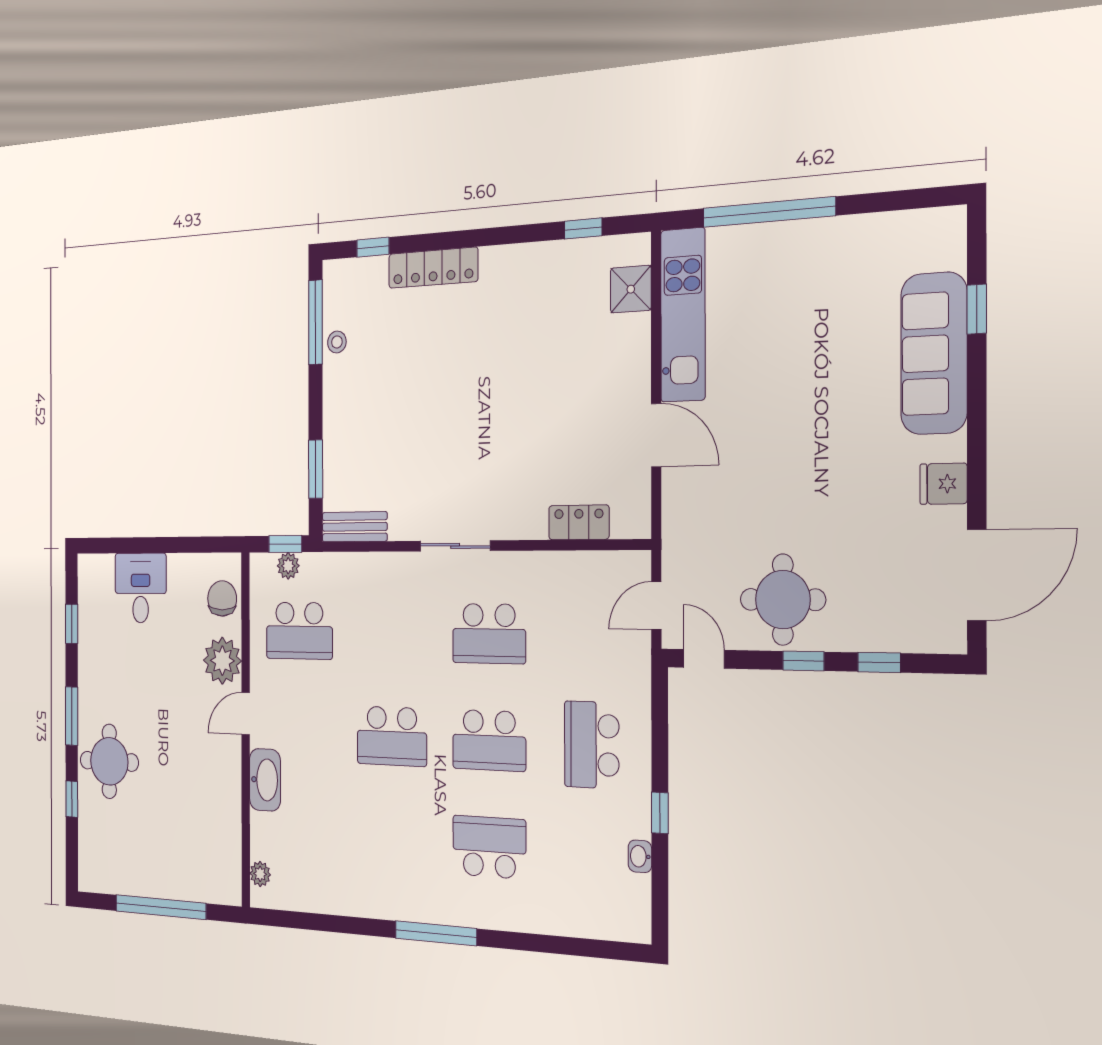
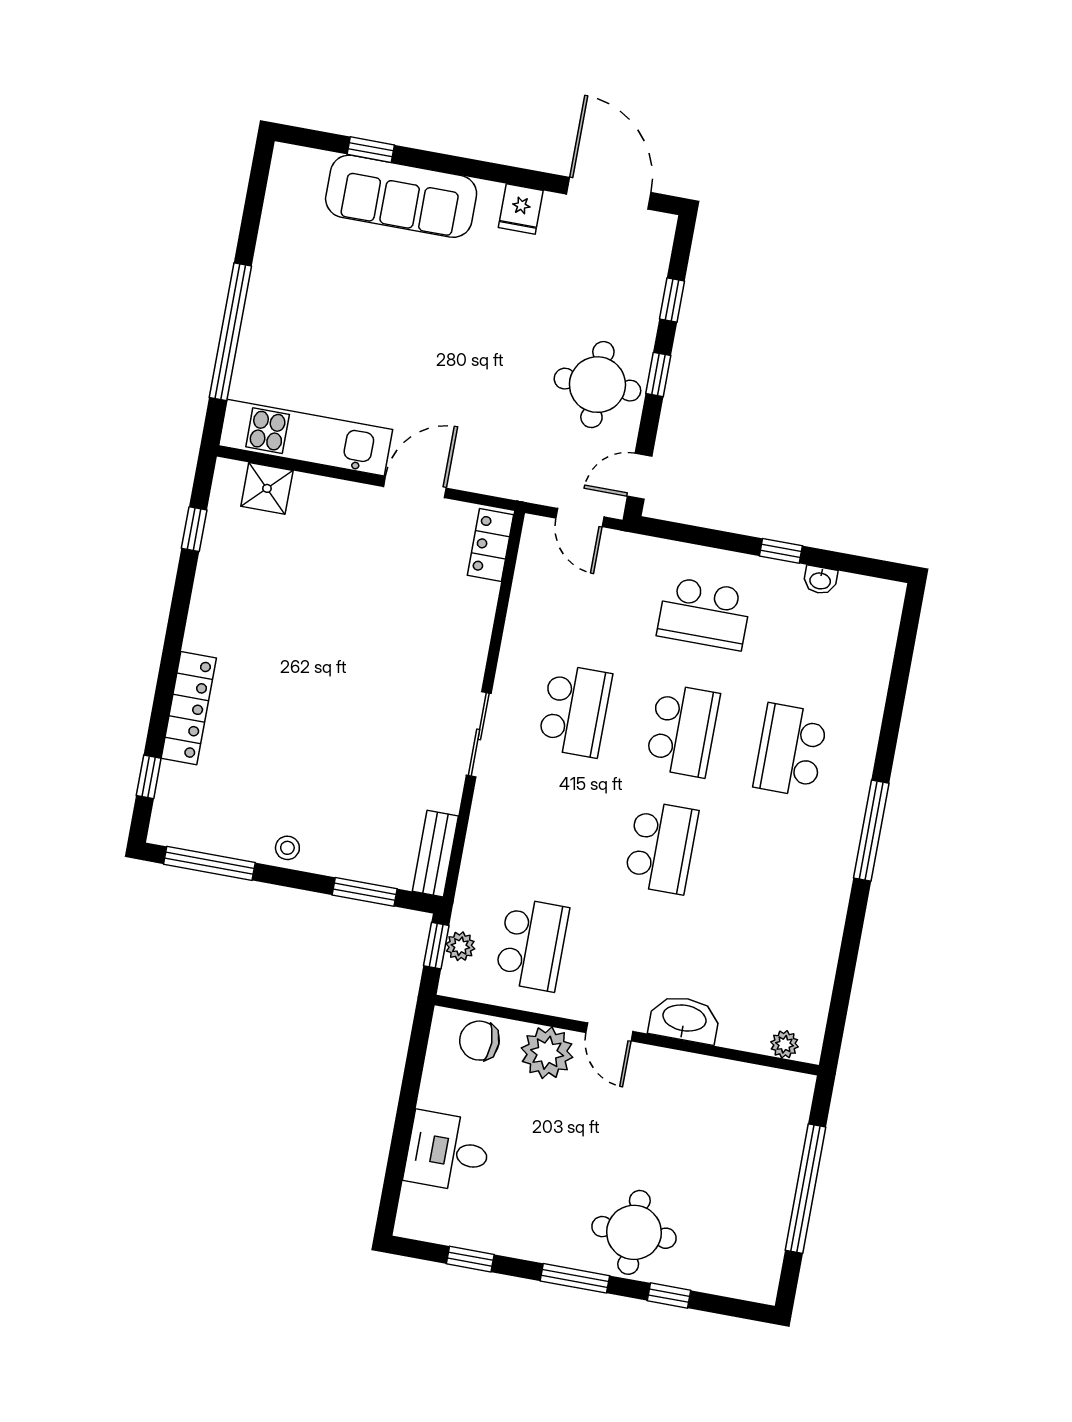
stool: (337, 342) -> (287, 848), moved
locker: (579, 522) -> (491, 545), moved

